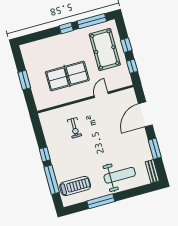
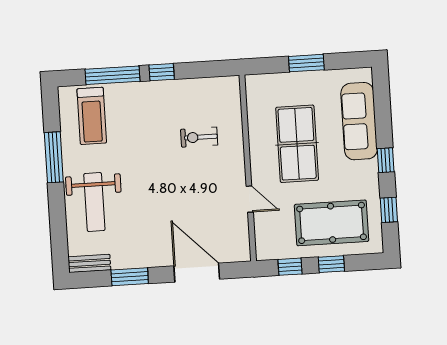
window: (92, 21) -> (389, 210), width x0.46
sofa: (49, 46) -> (359, 121), added

